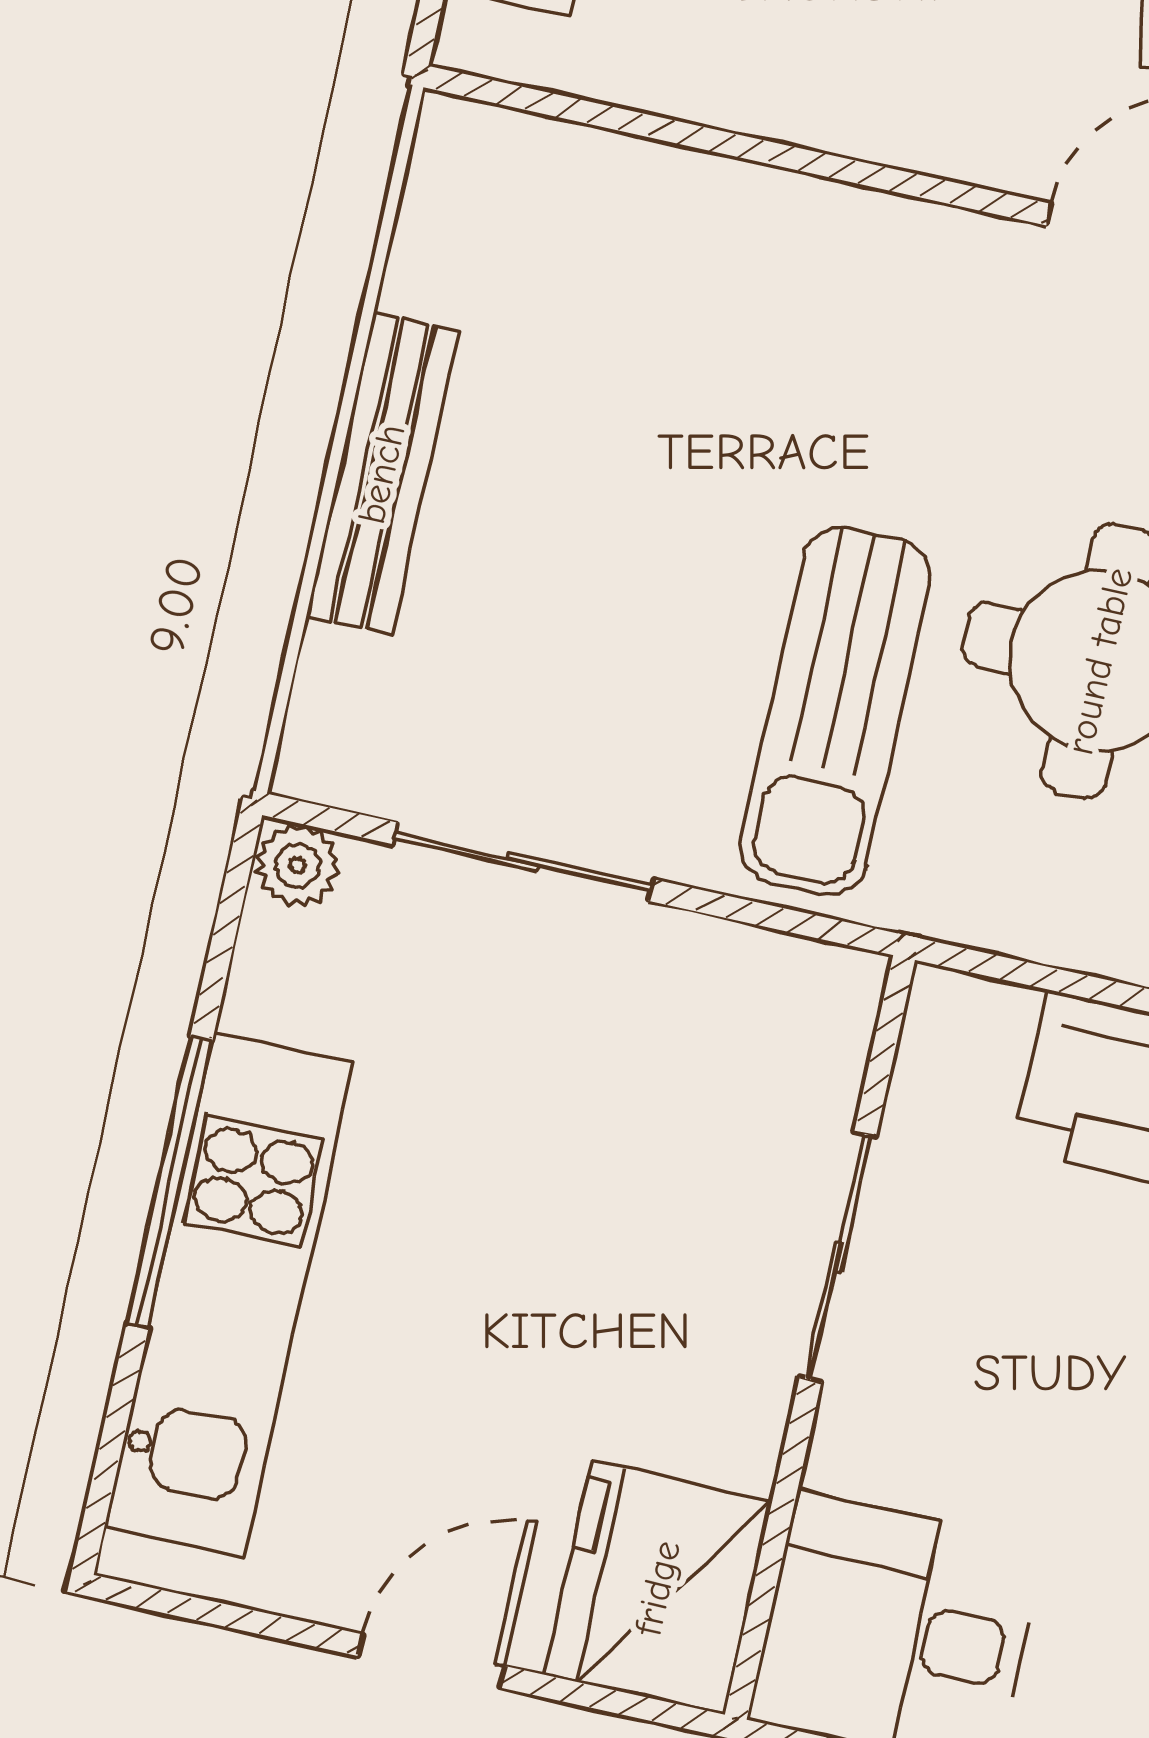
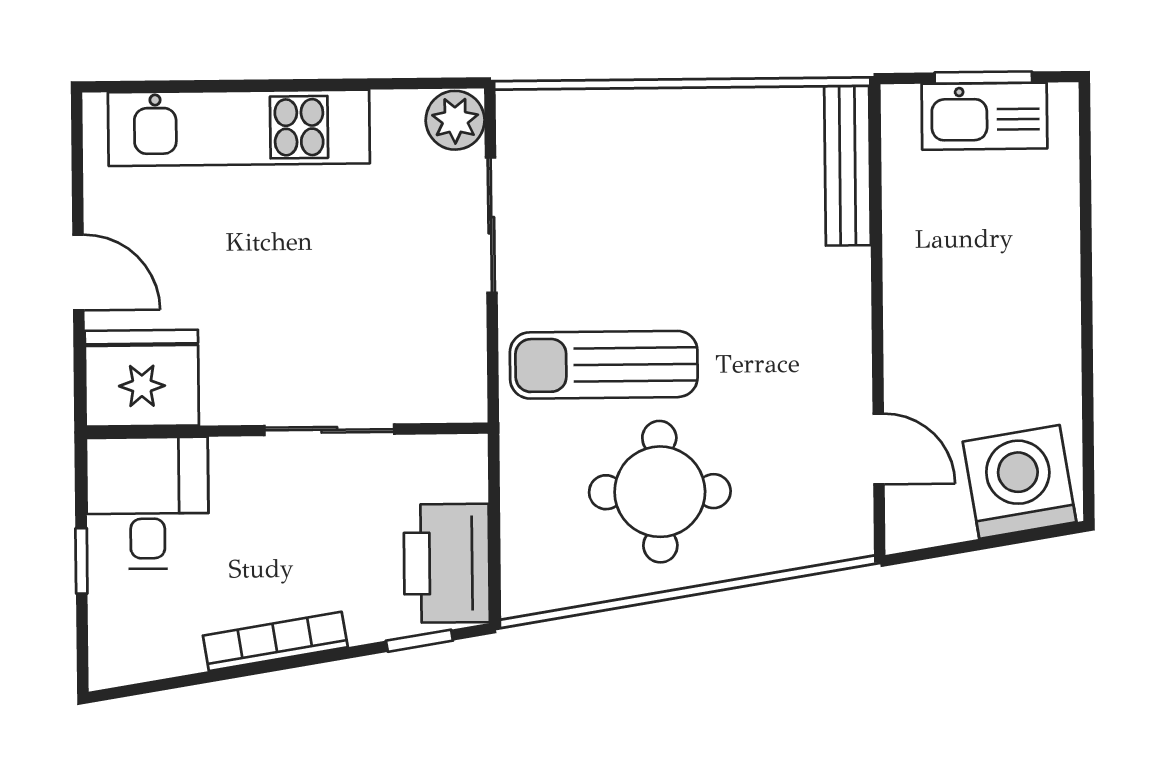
bench: (382, 474) -> (847, 165), moved, turned 90
plant: (297, 865) -> (455, 120), width x1.38, depth x1.38
window: (170, 1182) -> (289, 85), removed

